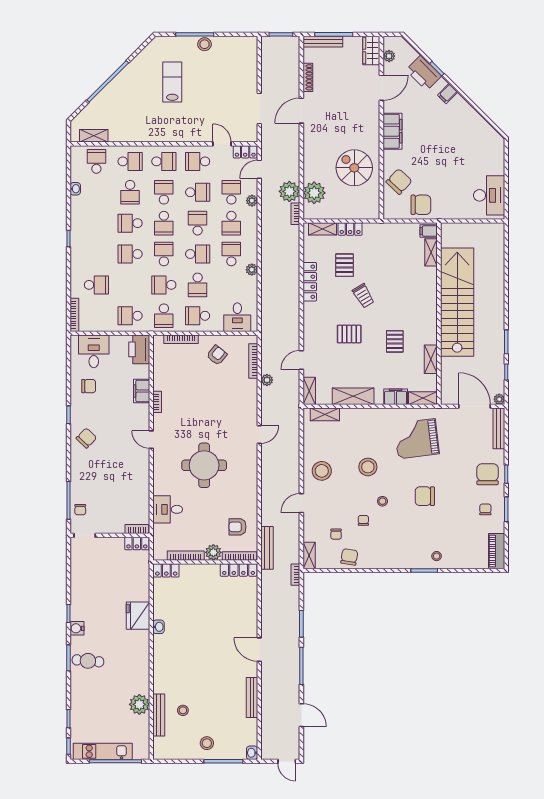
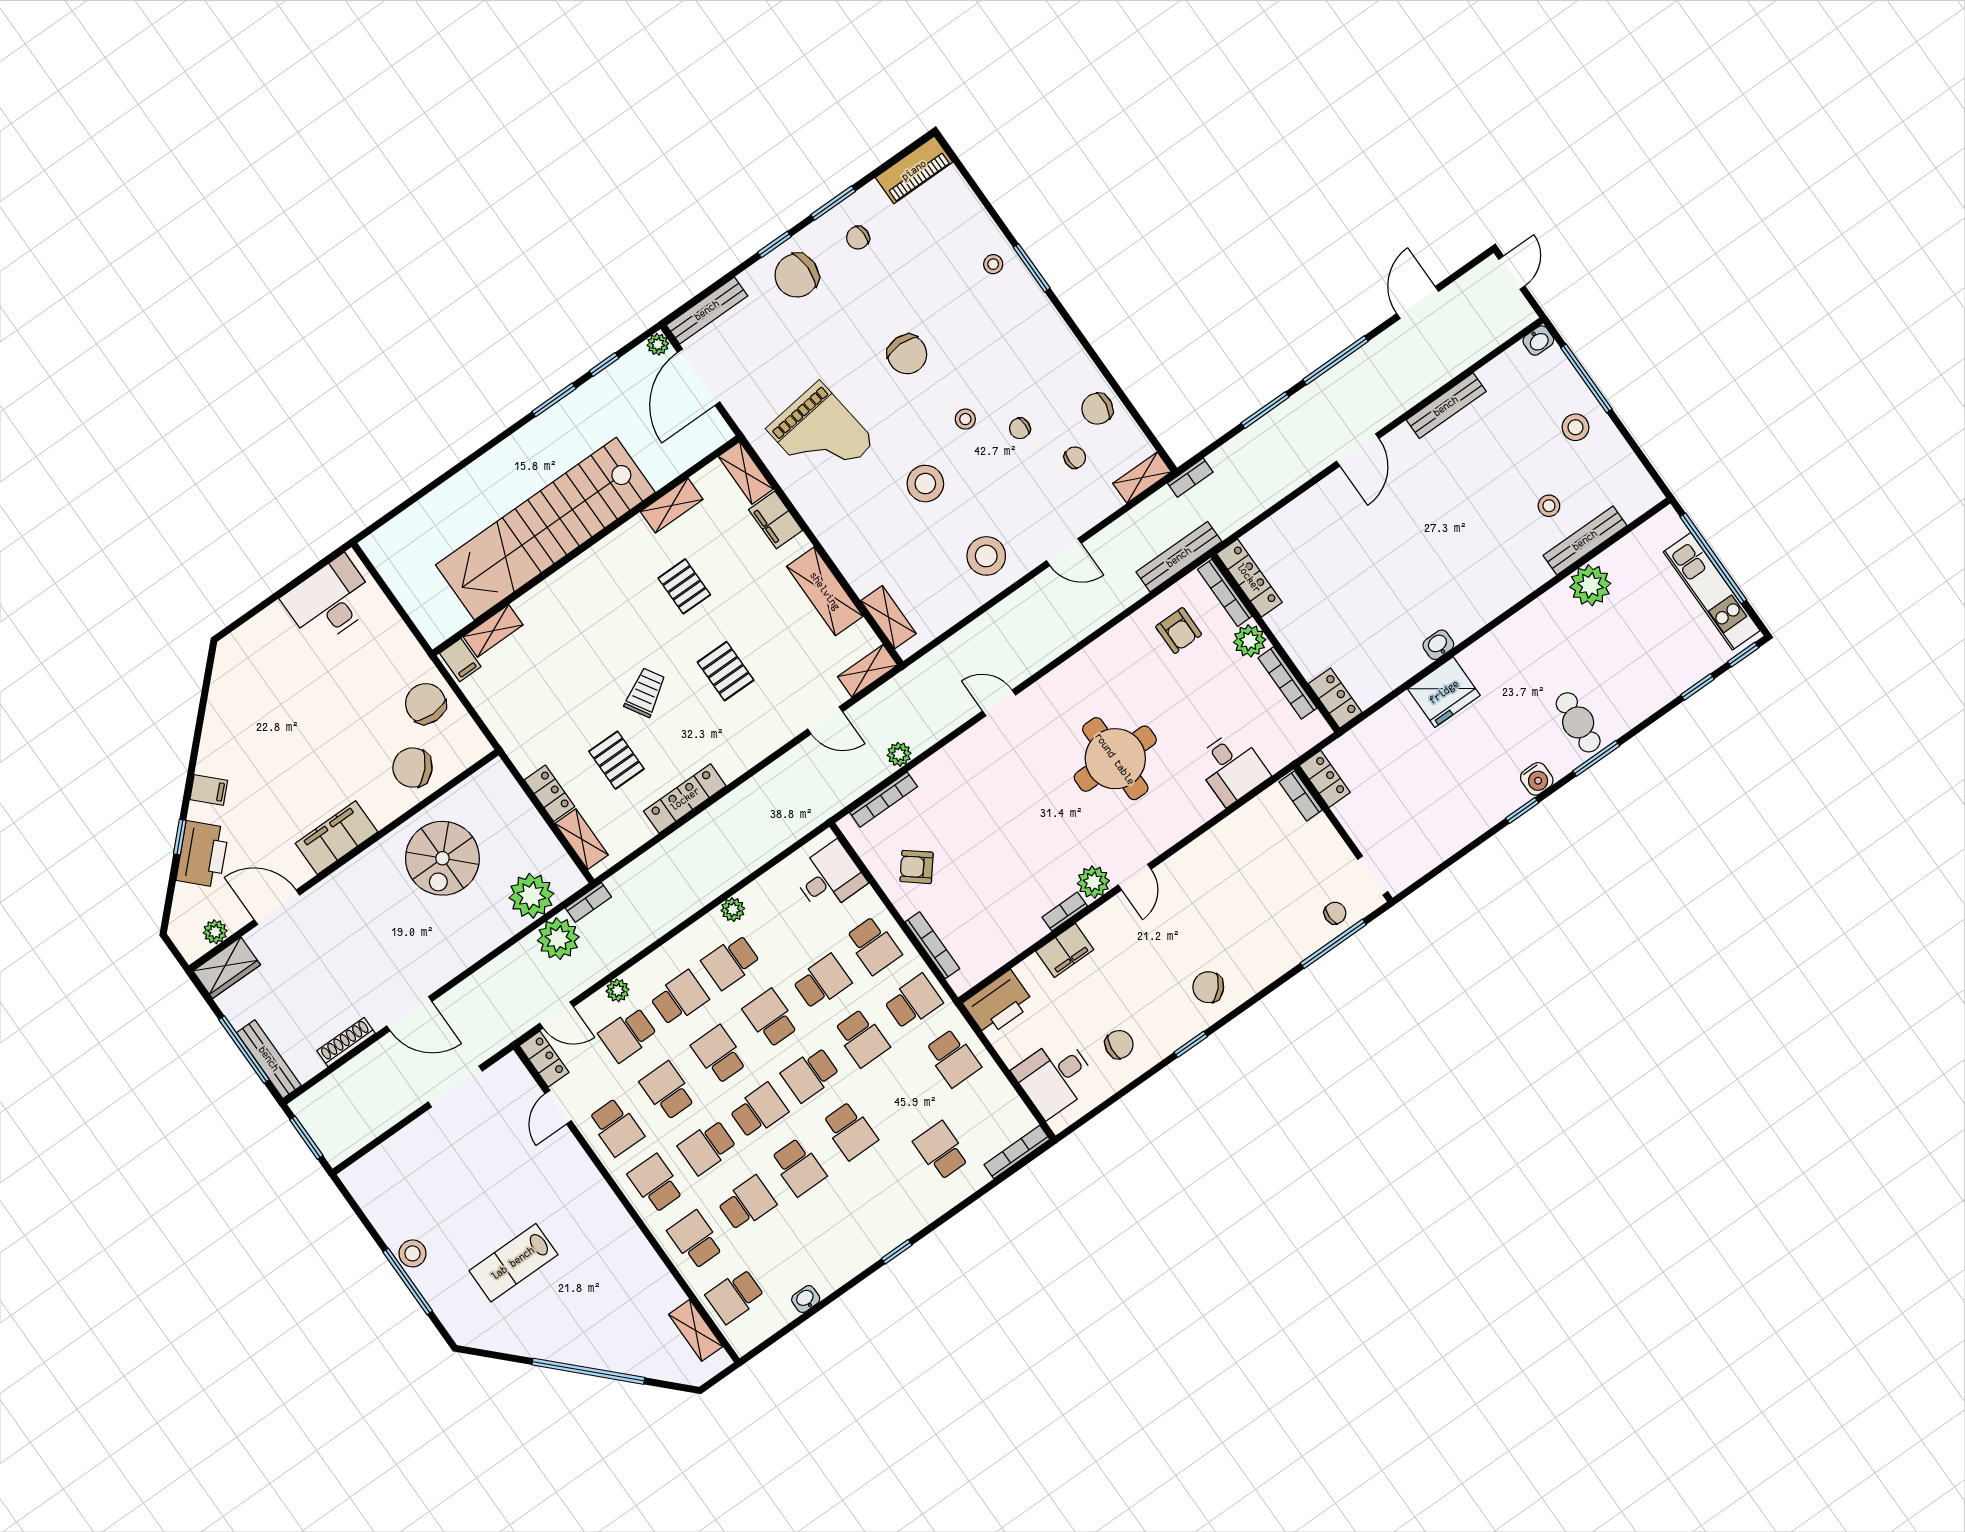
school desk: (198, 223) -> (719, 1054), turned 90
pallet: (344, 265) -> (616, 760), turned 90
pallet: (395, 341) -> (684, 586), turned 90
chair: (89, 386) -> (1119, 1044), turned 97
plant: (161, 422) -> (1093, 882), added

